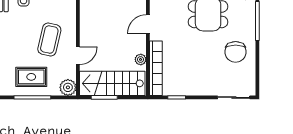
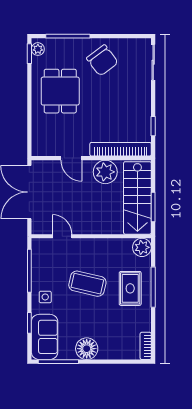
coffee table: (49, 40) -> (87, 284), moved
chair: (236, 52) -> (102, 60), turned 53
door: (78, 56) -> (62, 236), moved
plant: (141, 59) -> (105, 172), width x1.88, depth x1.88

